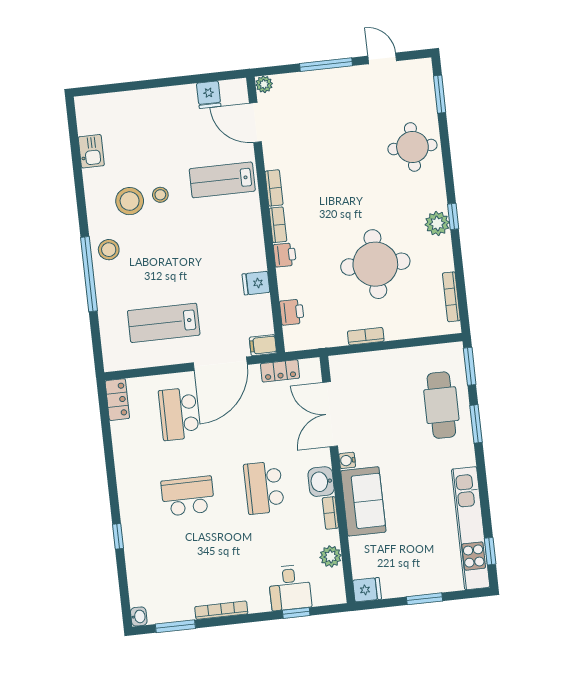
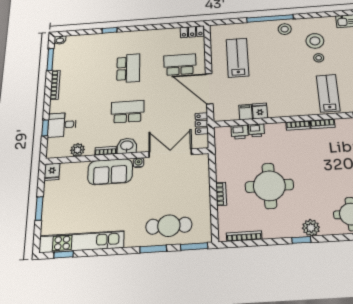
plant: (437, 223) -> (311, 228), moved
printer: (285, 255) -> (256, 130), moved
bookcase: (366, 336) -> (221, 194), moved
filing cabinet: (263, 345) -> (246, 112), moved

